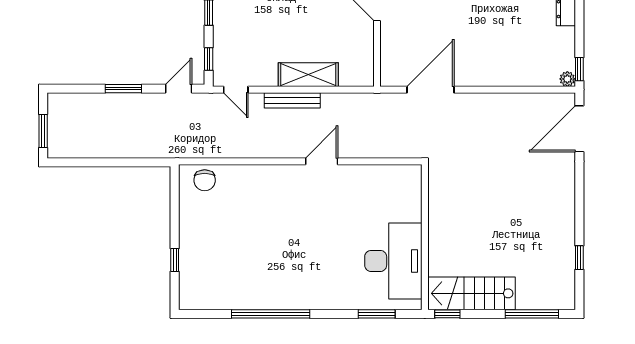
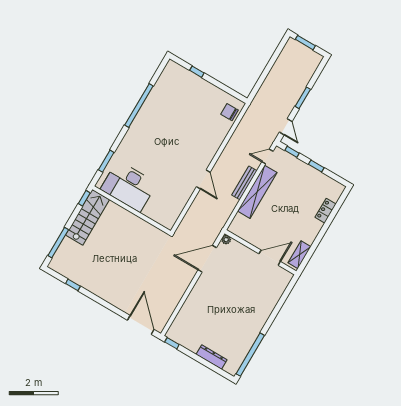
shelving: (308, 75) -> (257, 192), width x1.47
plant: (567, 79) -> (226, 240), moved
door: (431, 90) -> (207, 259), swing flipped

